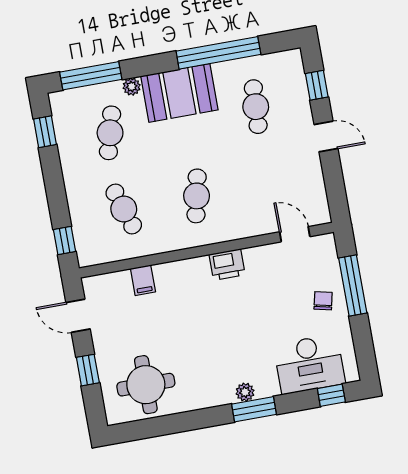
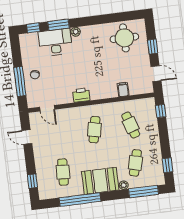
door: (326, 136) -> (27, 137), moved
desk: (309, 364) -> (55, 42), moved
window: (254, 409) -> (58, 25), moved

